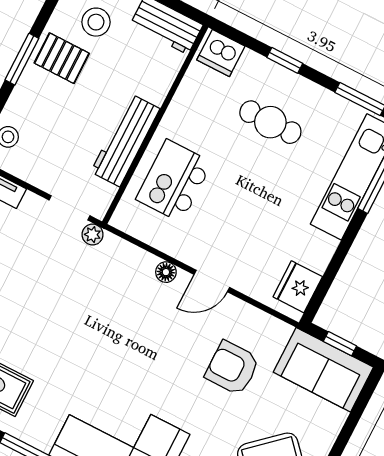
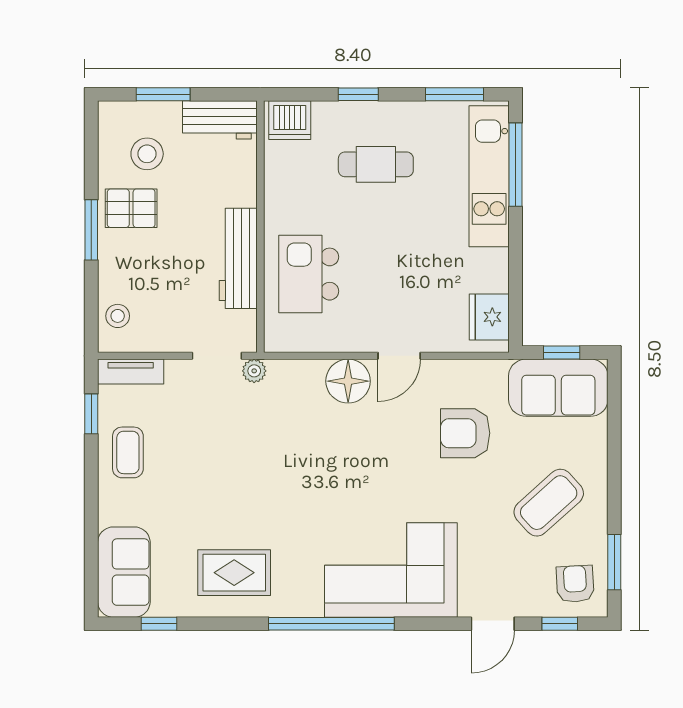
floor lamp: (166, 272) -> (348, 381), width x1.89, depth x1.89

